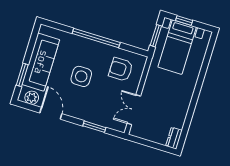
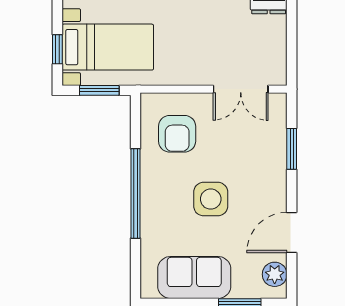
sofa: (41, 62) -> (194, 277), width x0.73

